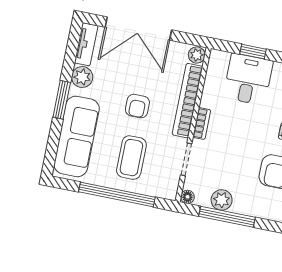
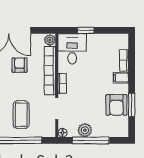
desk: (248, 79) -> (72, 49), moved
armchair: (137, 106) -> (20, 65), moved, turned 180

